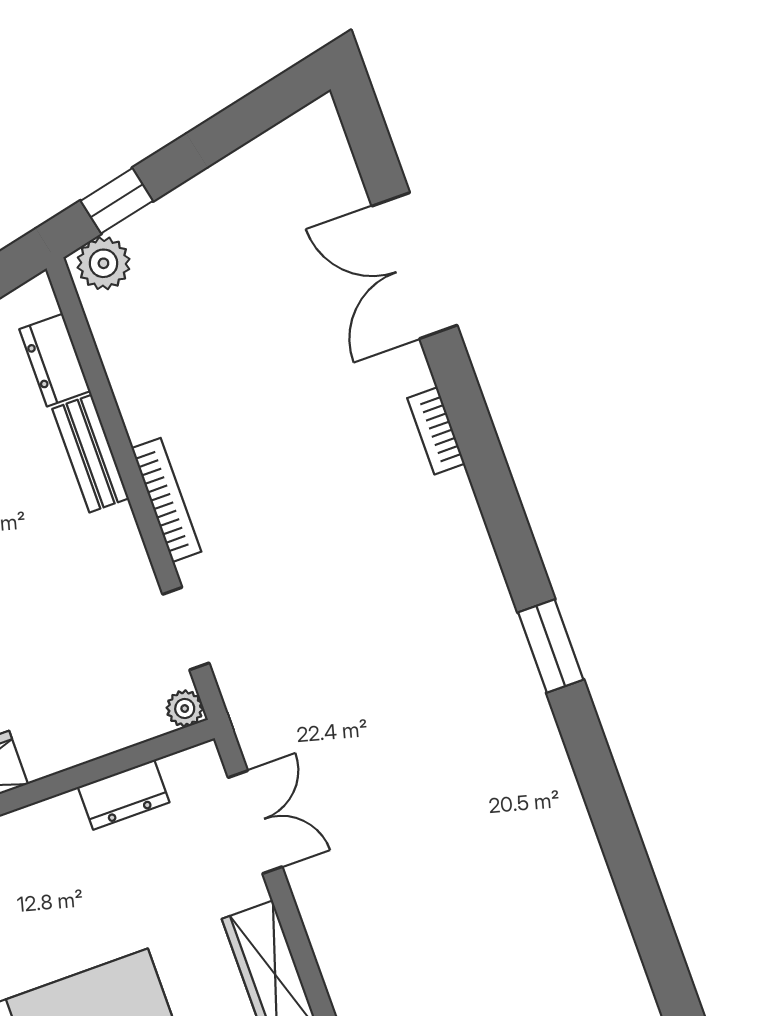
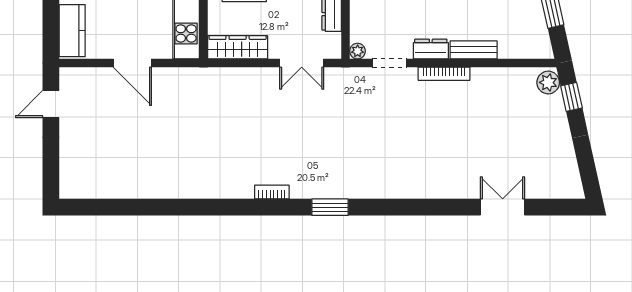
double door: (415, 266) -> (503, 207), width x0.73
dresser: (55, 360) -> (431, 49), moved
bookcase: (436, 431) -> (272, 192), moved

